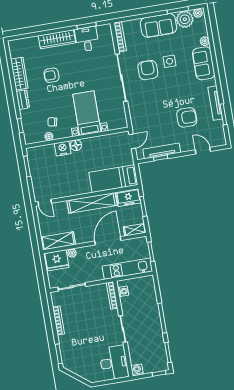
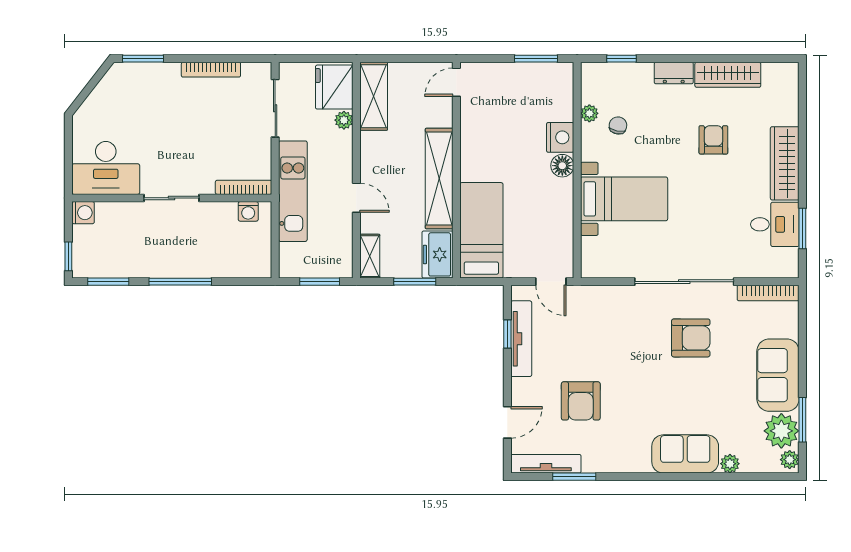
side table: (170, 61) -> (701, 385), removed
tv unit: (215, 103) -> (546, 464), moved
door: (108, 241) -> (356, 198), width x0.53
kitchen unit: (127, 269) -> (293, 191), moved

